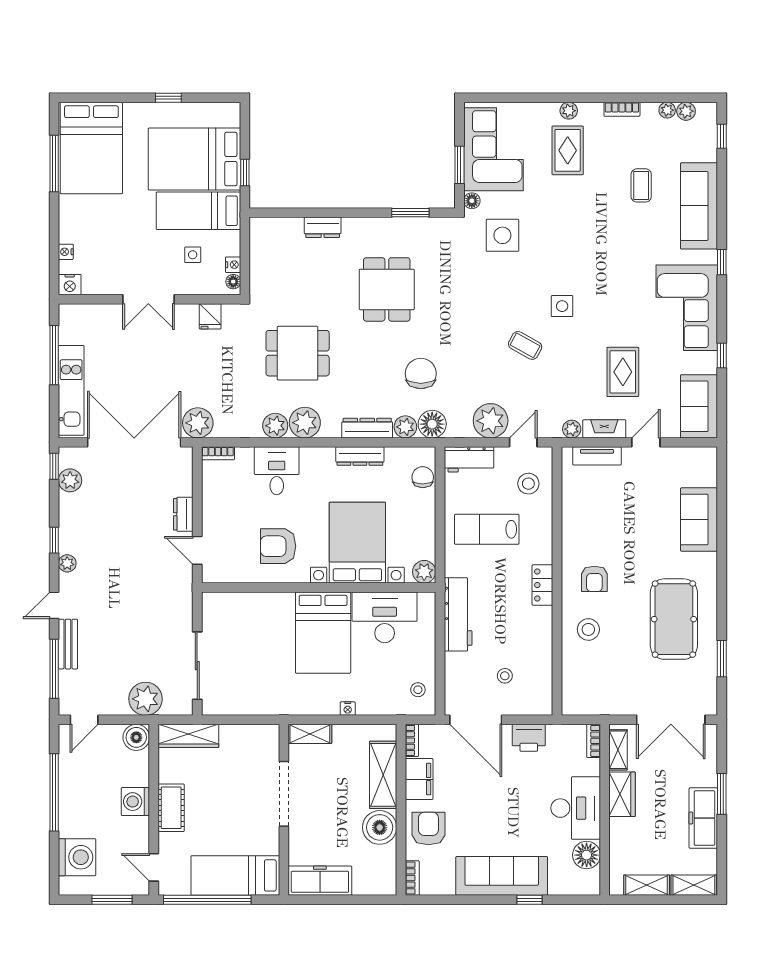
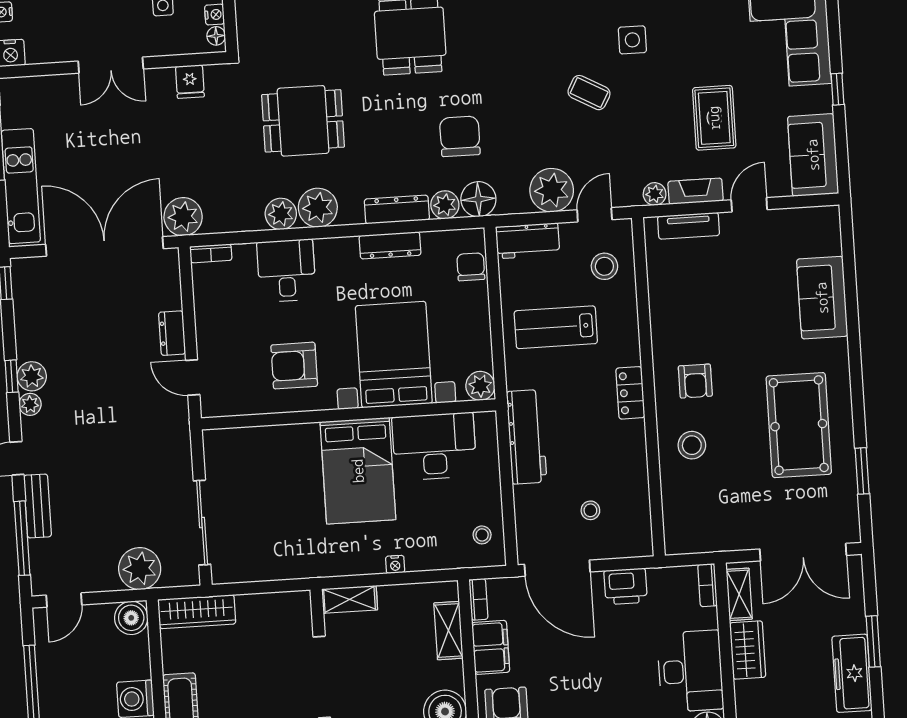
plant: (70, 480) -> (32, 376), moved
shelving: (383, 775) -> (448, 631), width x0.67, depth x0.75

